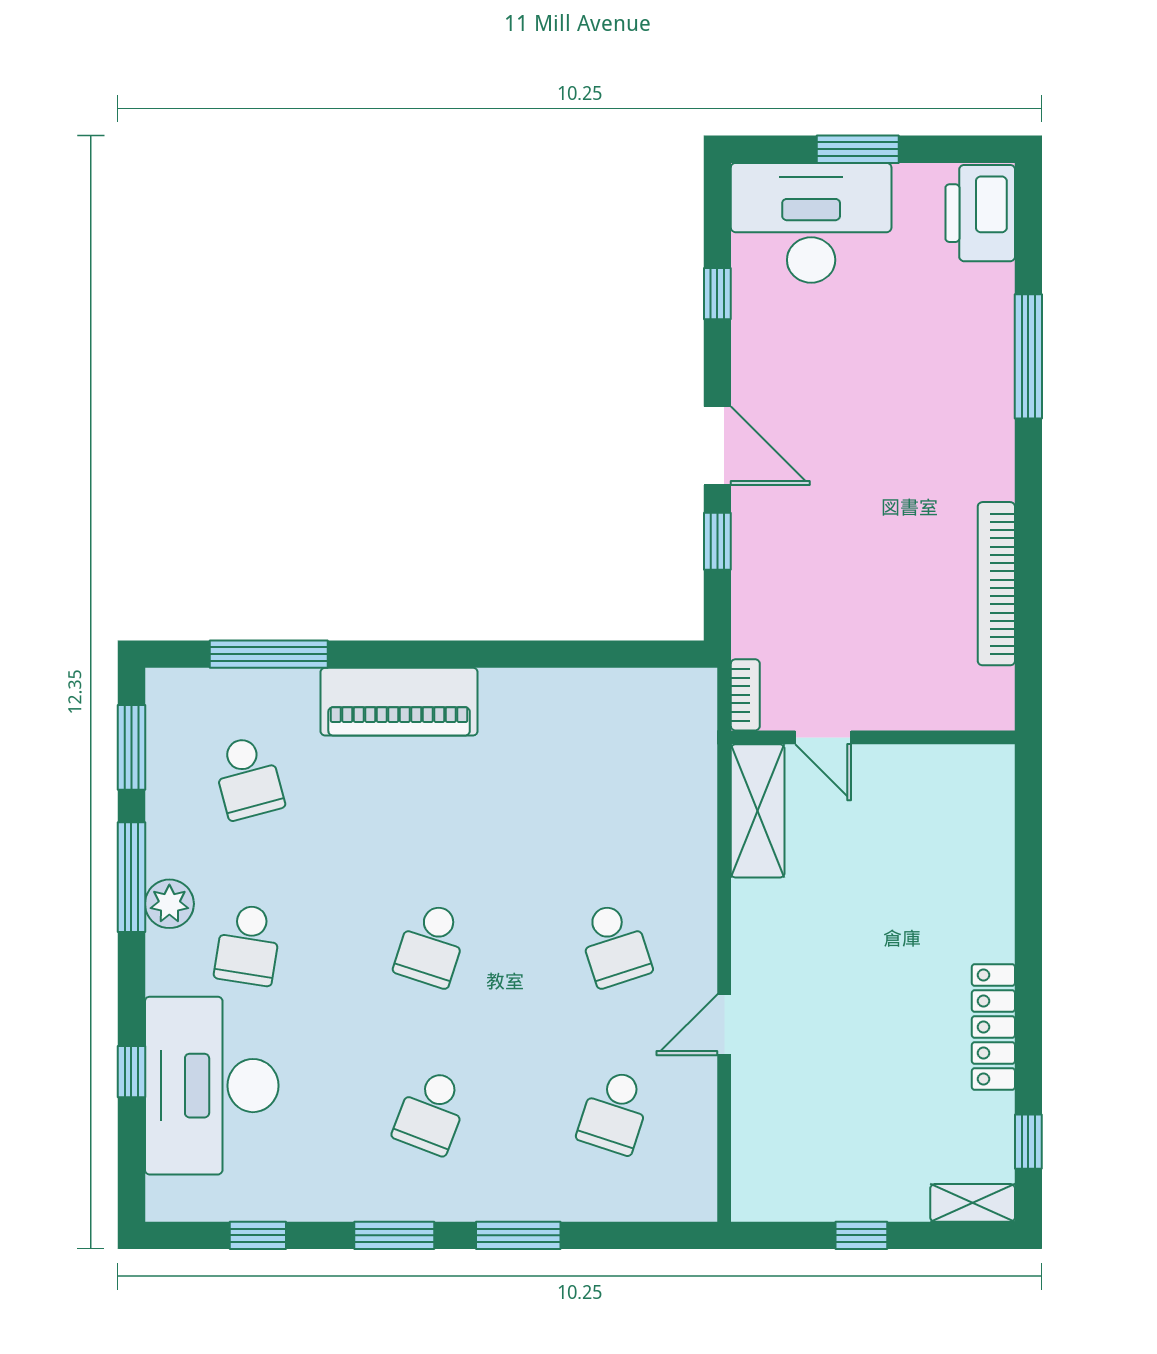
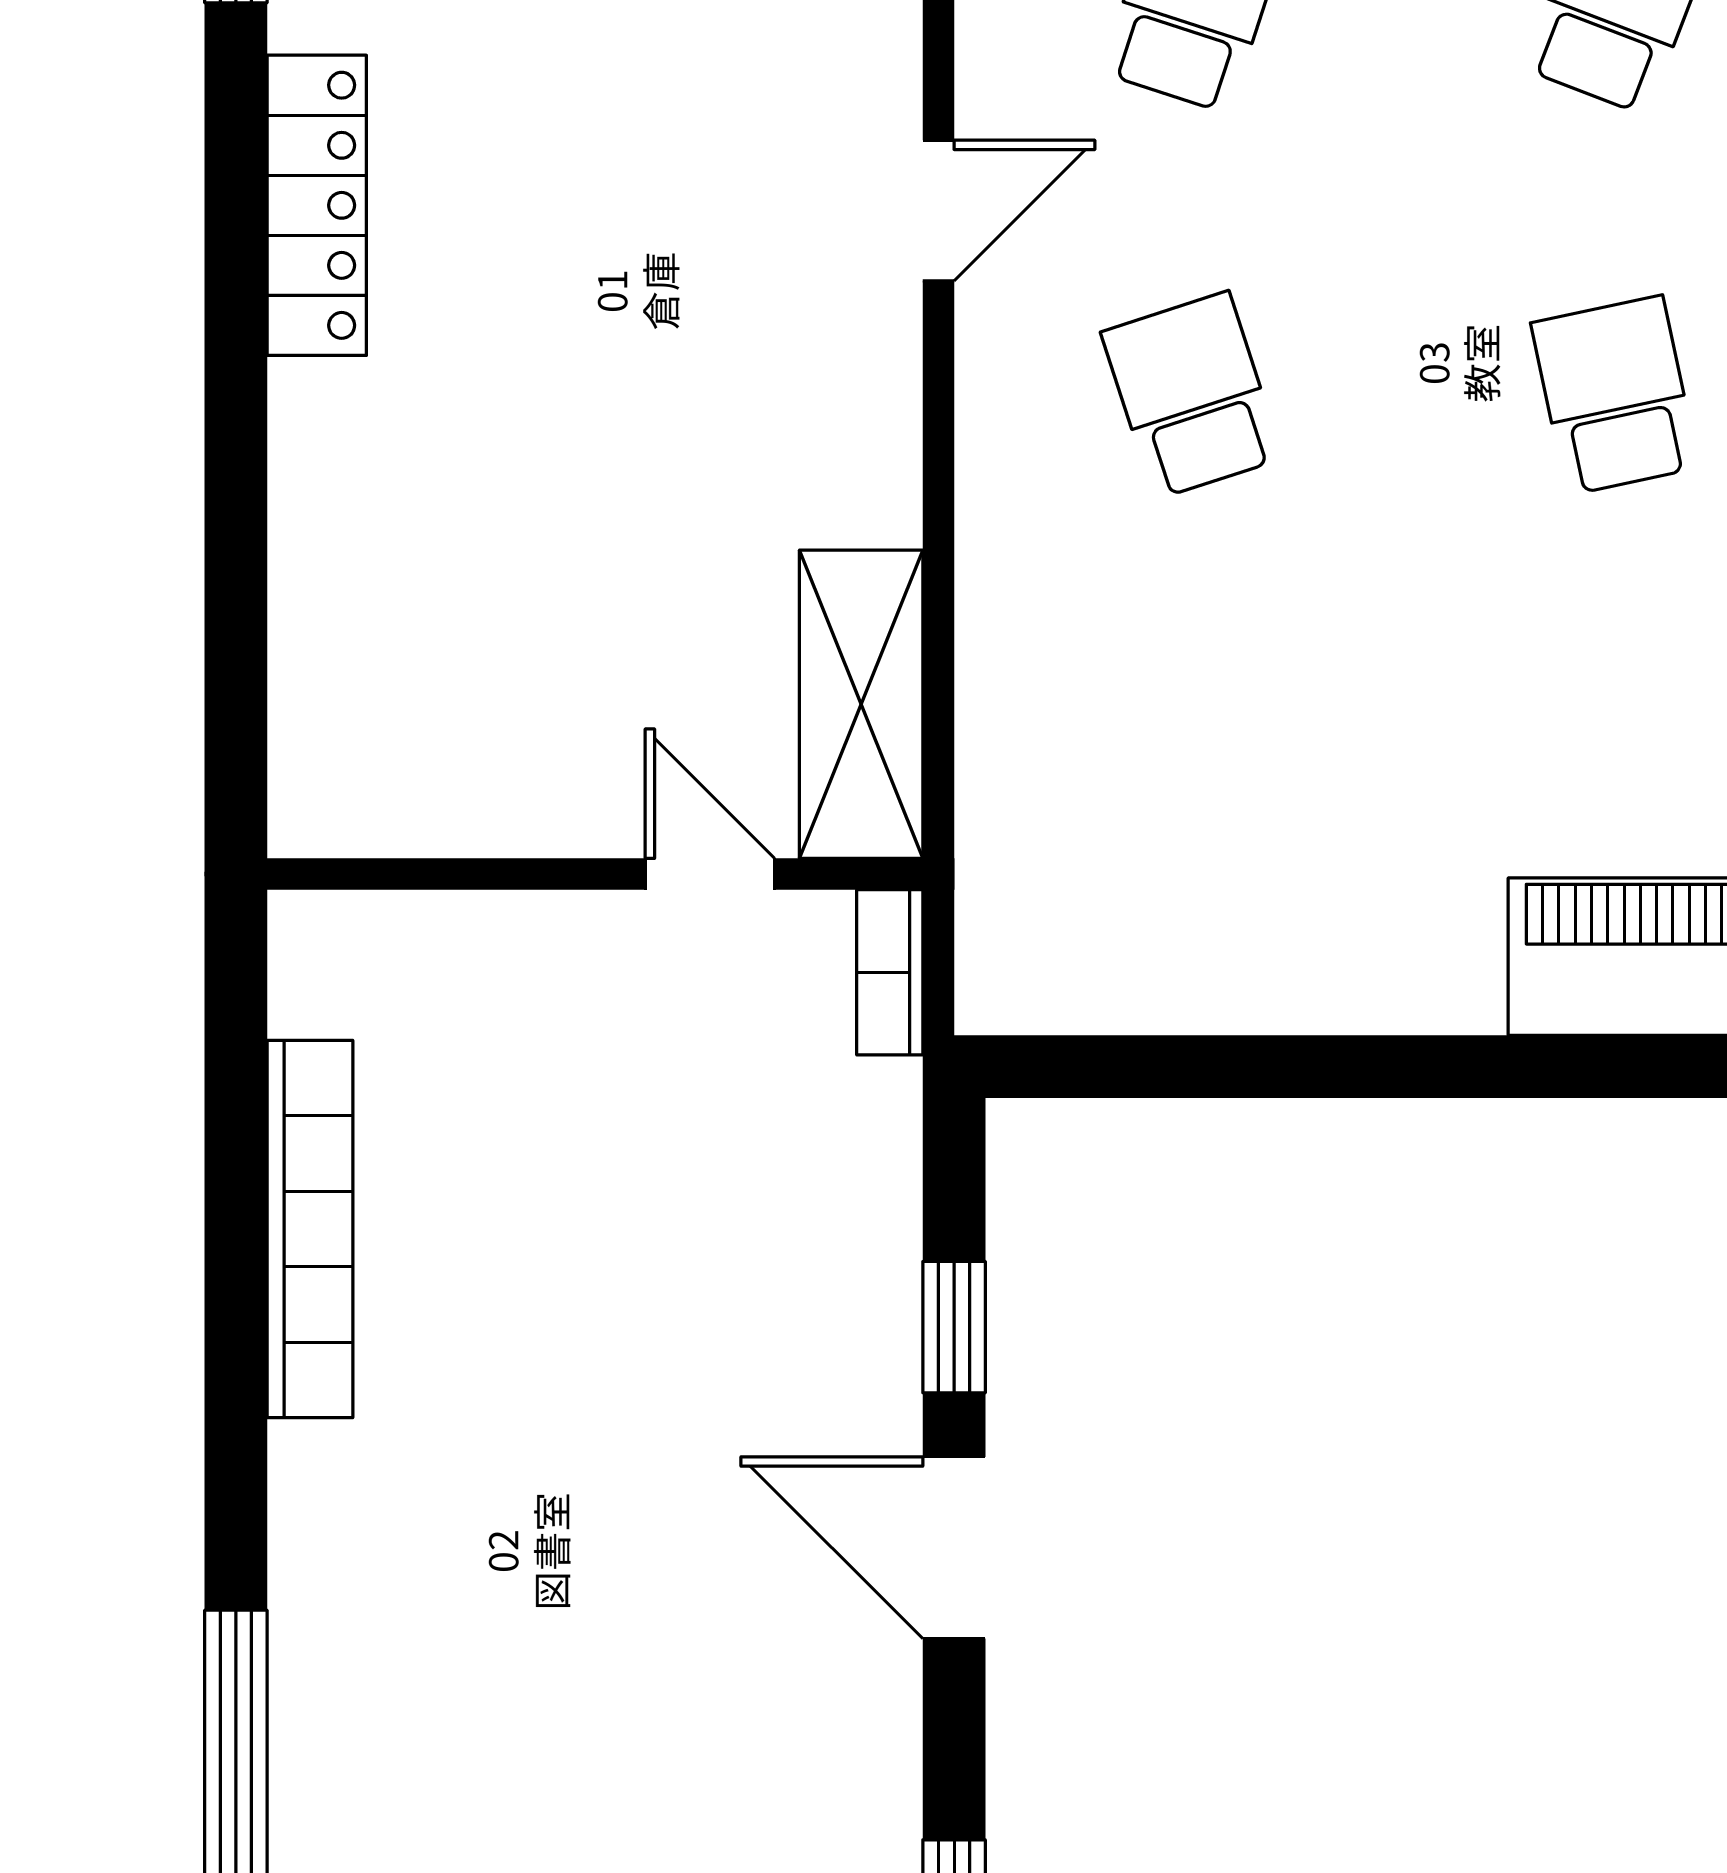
school desk: (431, 945) -> (1615, 395), turned -30

